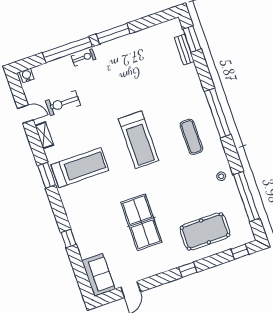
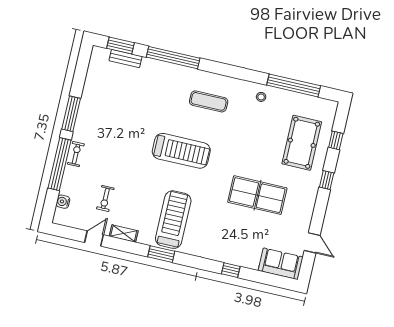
water cooler: (27, 75) -> (63, 202), moved
exercise bike: (63, 103) -> (105, 198), width x0.73, depth x0.72
window: (218, 113) -> (173, 58), moved
window: (240, 252) -> (336, 140), moved

